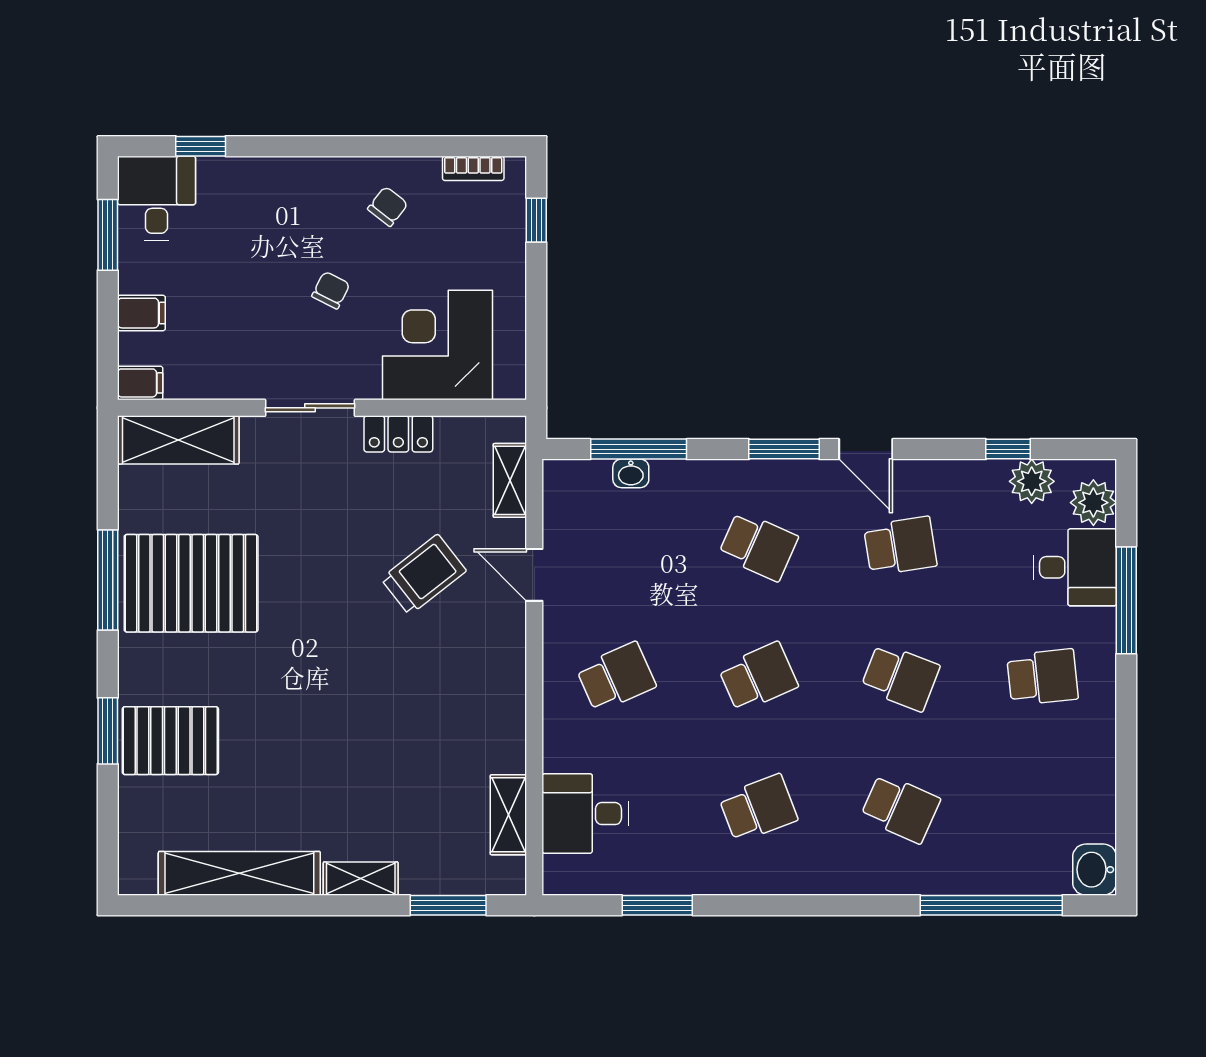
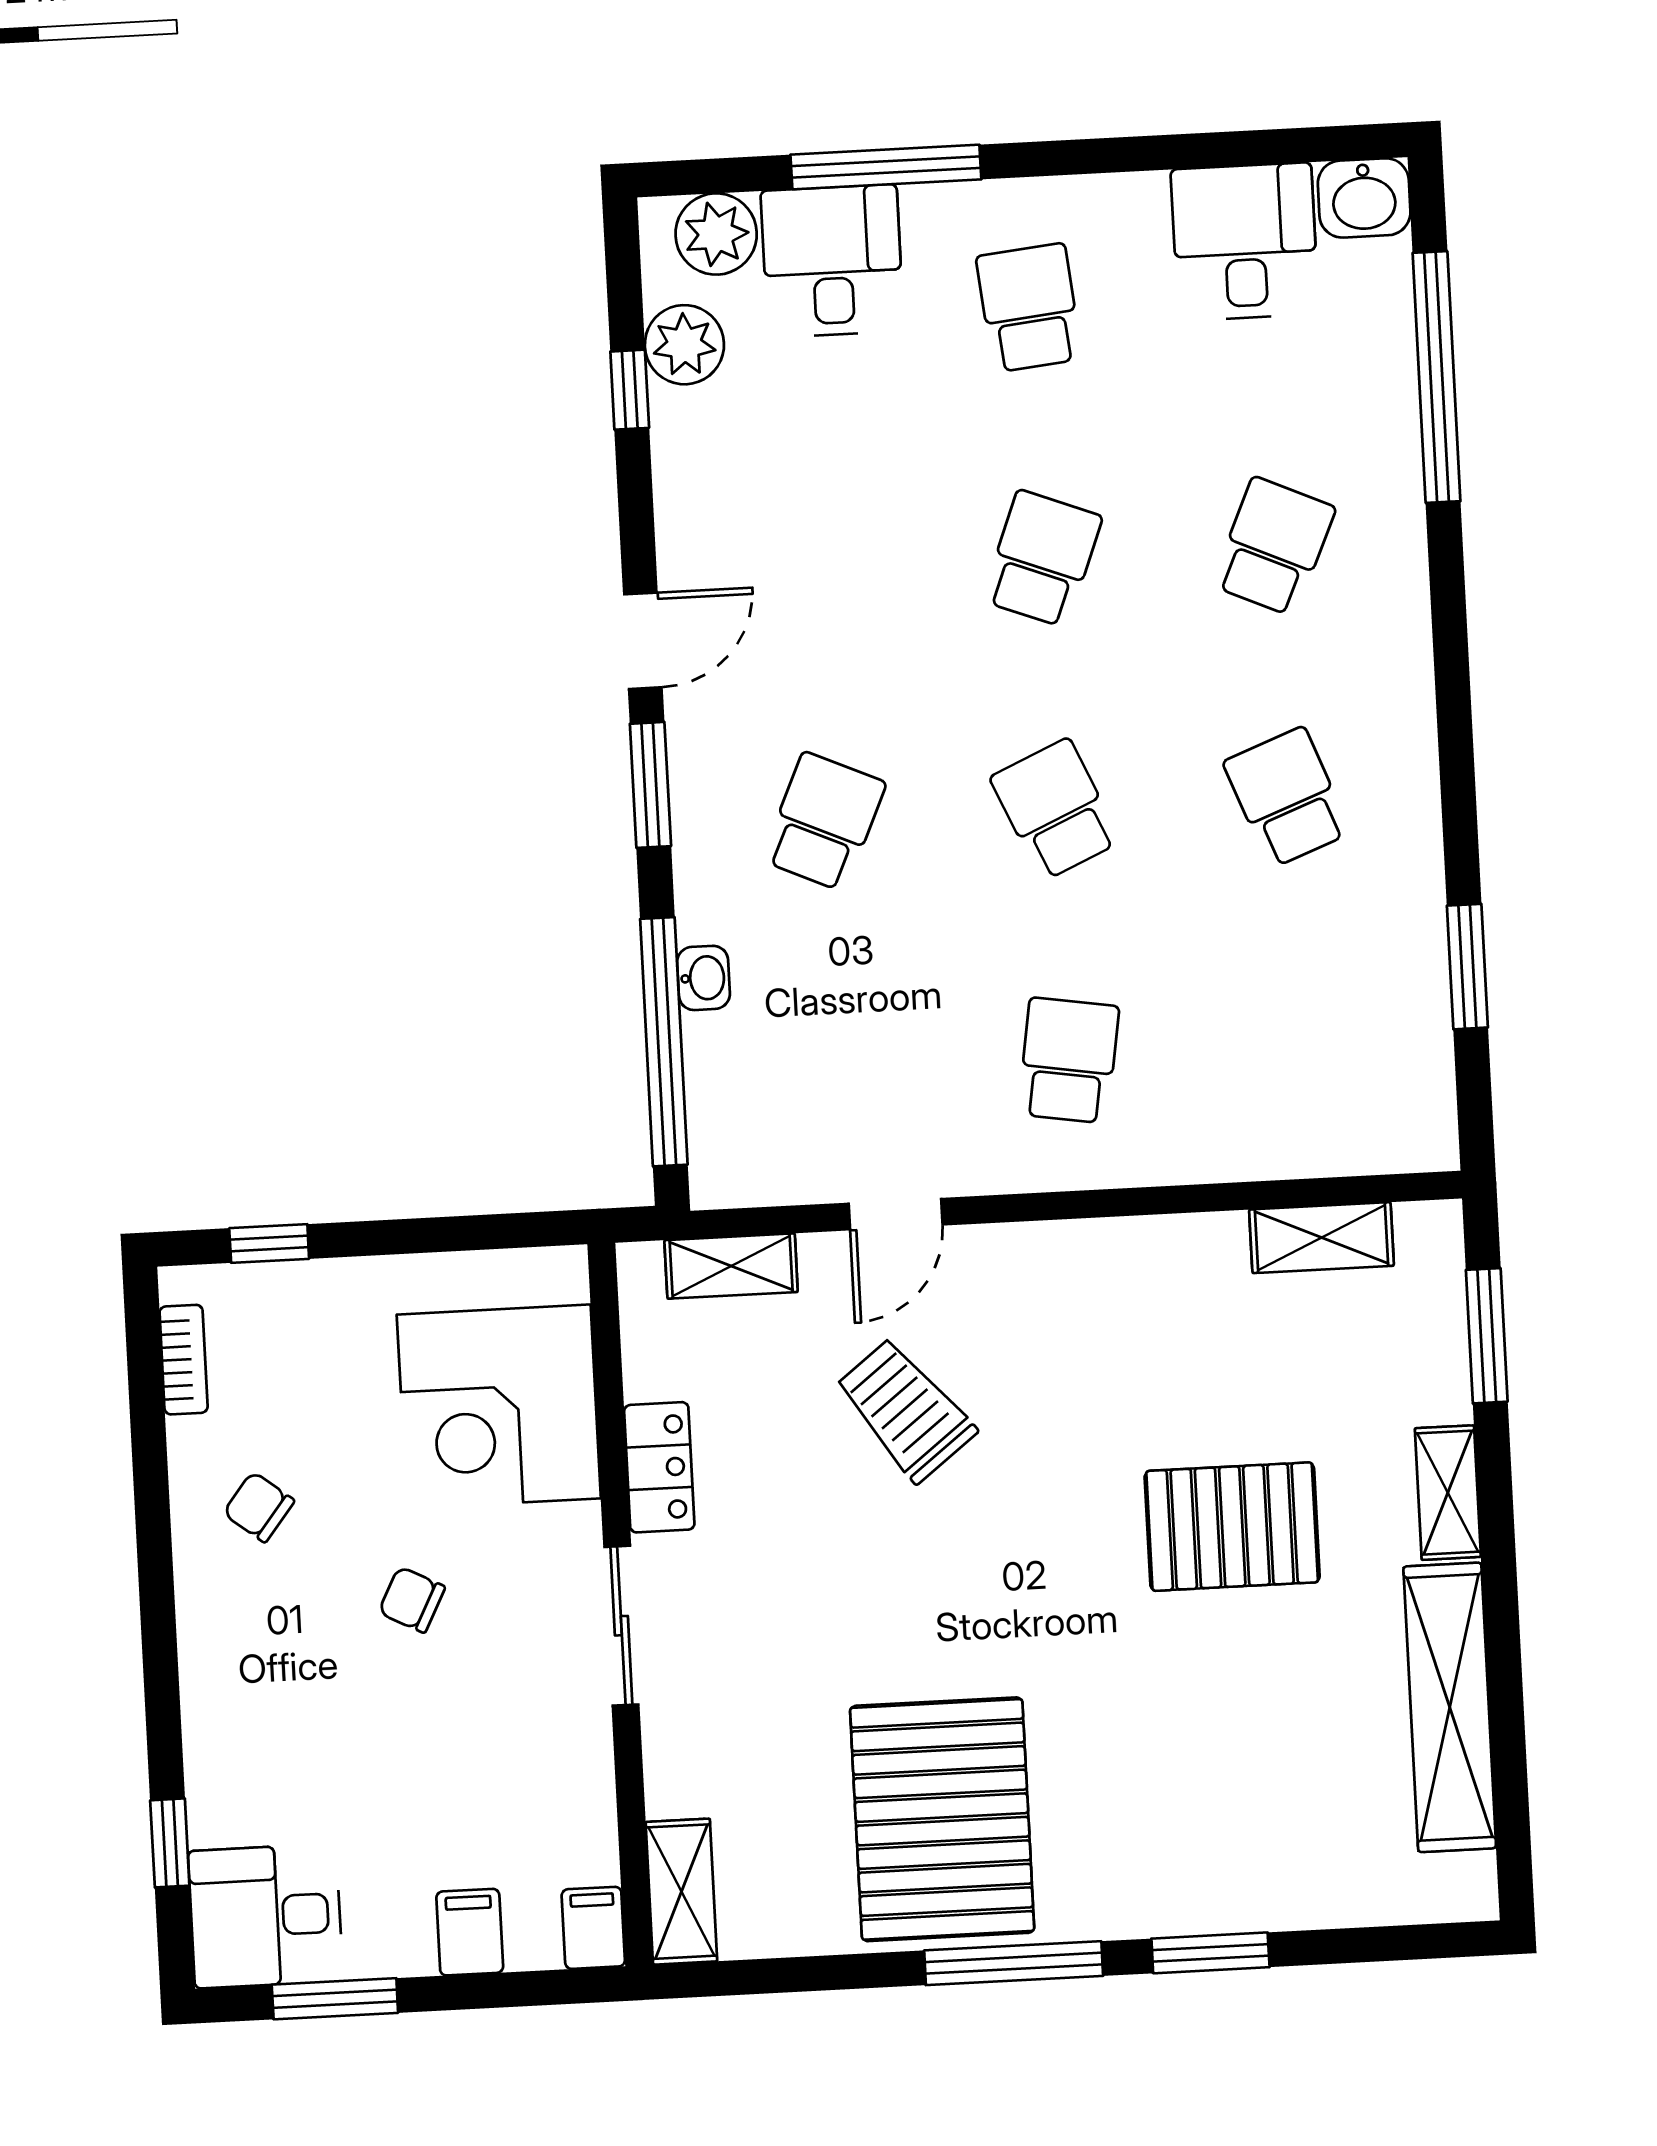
shelving: (178, 440) -> (681, 1892), width x0.67, depth x0.75
window: (639, 449) -> (664, 1042), width x1.46
washbasin: (631, 473) -> (704, 978), moved
school desk: (900, 546) -> (811, 571), removed
window: (108, 580) -> (1014, 1963), moved
school desk: (616, 677) -> (1069, 1060), turned 33
pallet: (170, 741) -> (1232, 1527), moved, turned 90
desk: (585, 814) -> (1245, 242), moved, turned 180

